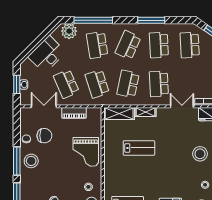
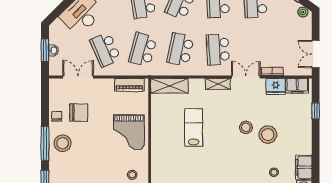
school desk: (97, 84) -> (143, 50), turned 33
shelving: (146, 112) -> (218, 84), moved
piano: (74, 113) -> (129, 85), moved
lab bench: (139, 148) -> (194, 128), turned -90
stool: (182, 148) -> (246, 127), added

